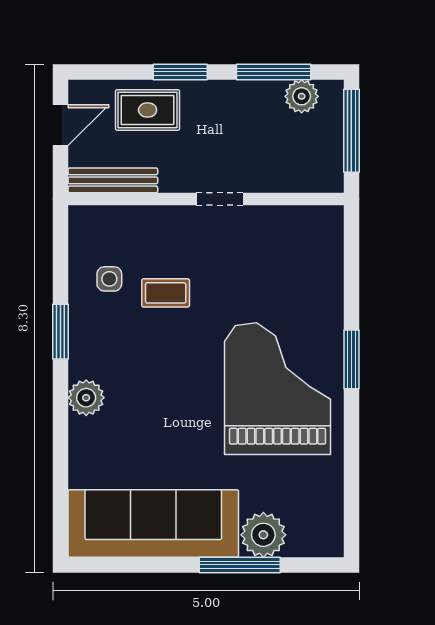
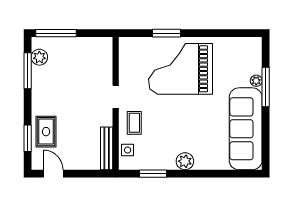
window: (180, 72) -> (28, 138), moved
bench: (113, 180) -> (107, 148), moved
wall: (206, 199) -> (116, 103), moved
doorway: (220, 199) -> (116, 97), moved
plant: (263, 535) -> (256, 81), width x0.53, depth x0.53

